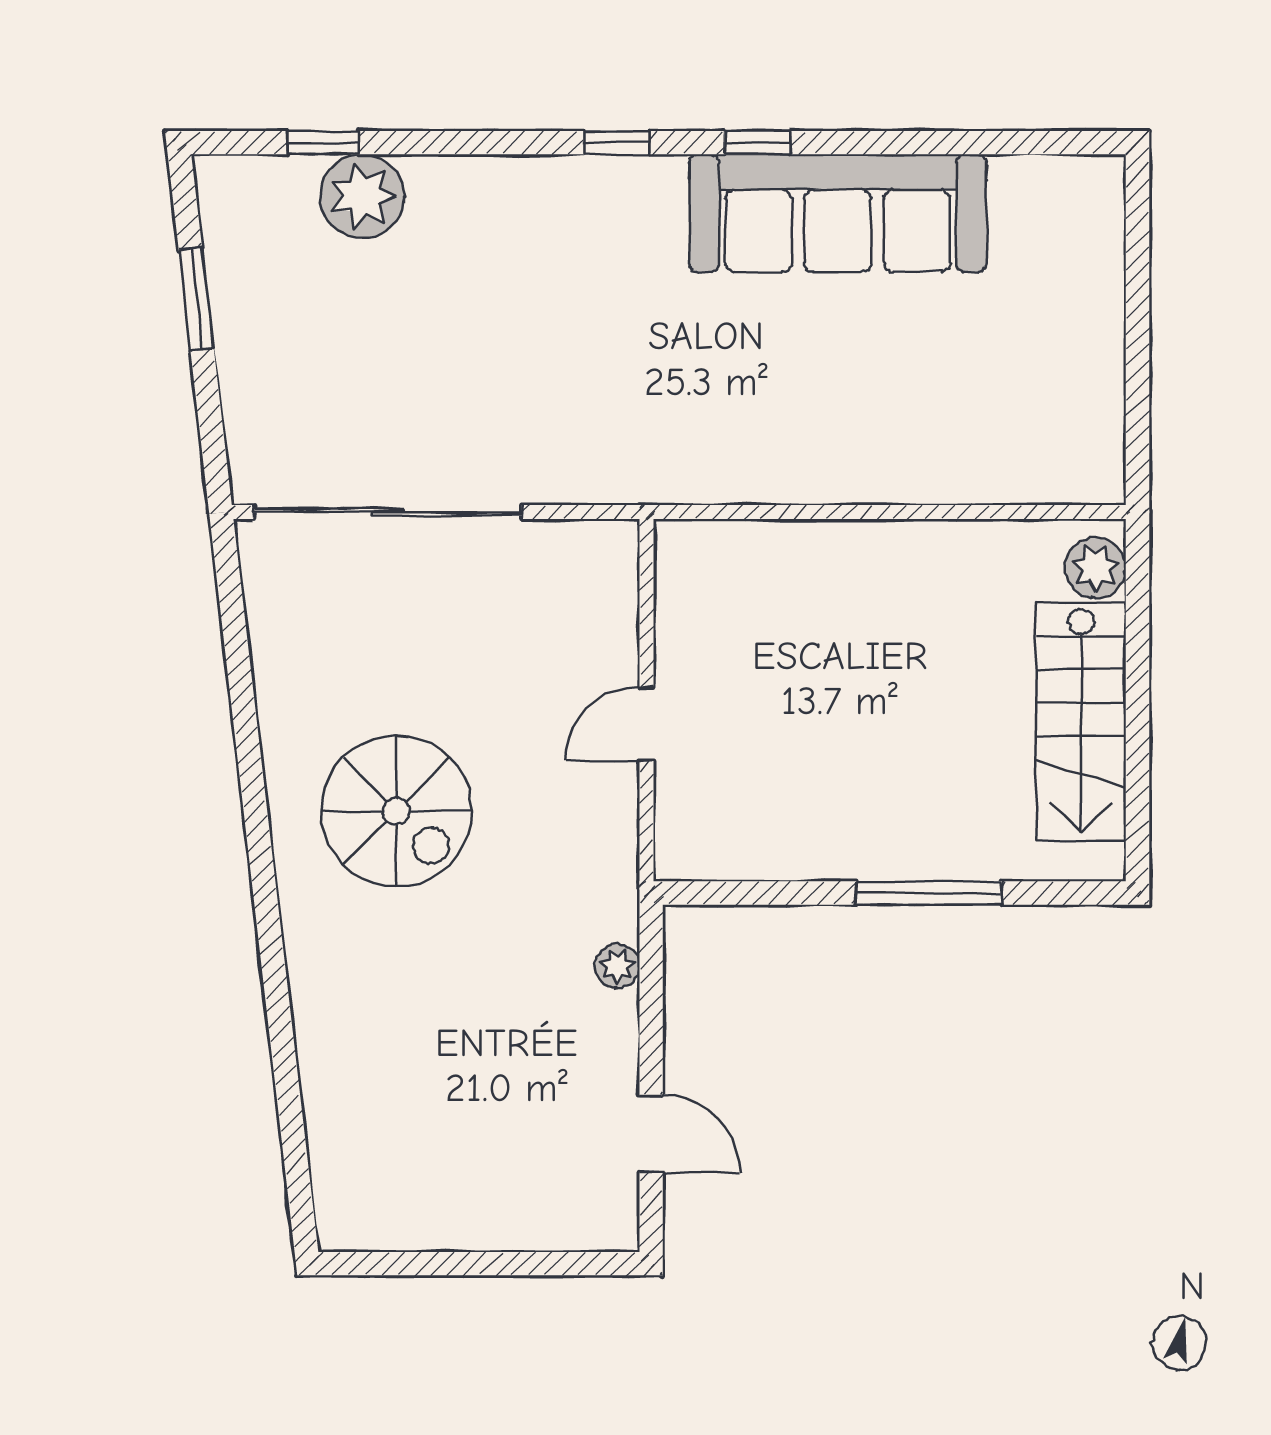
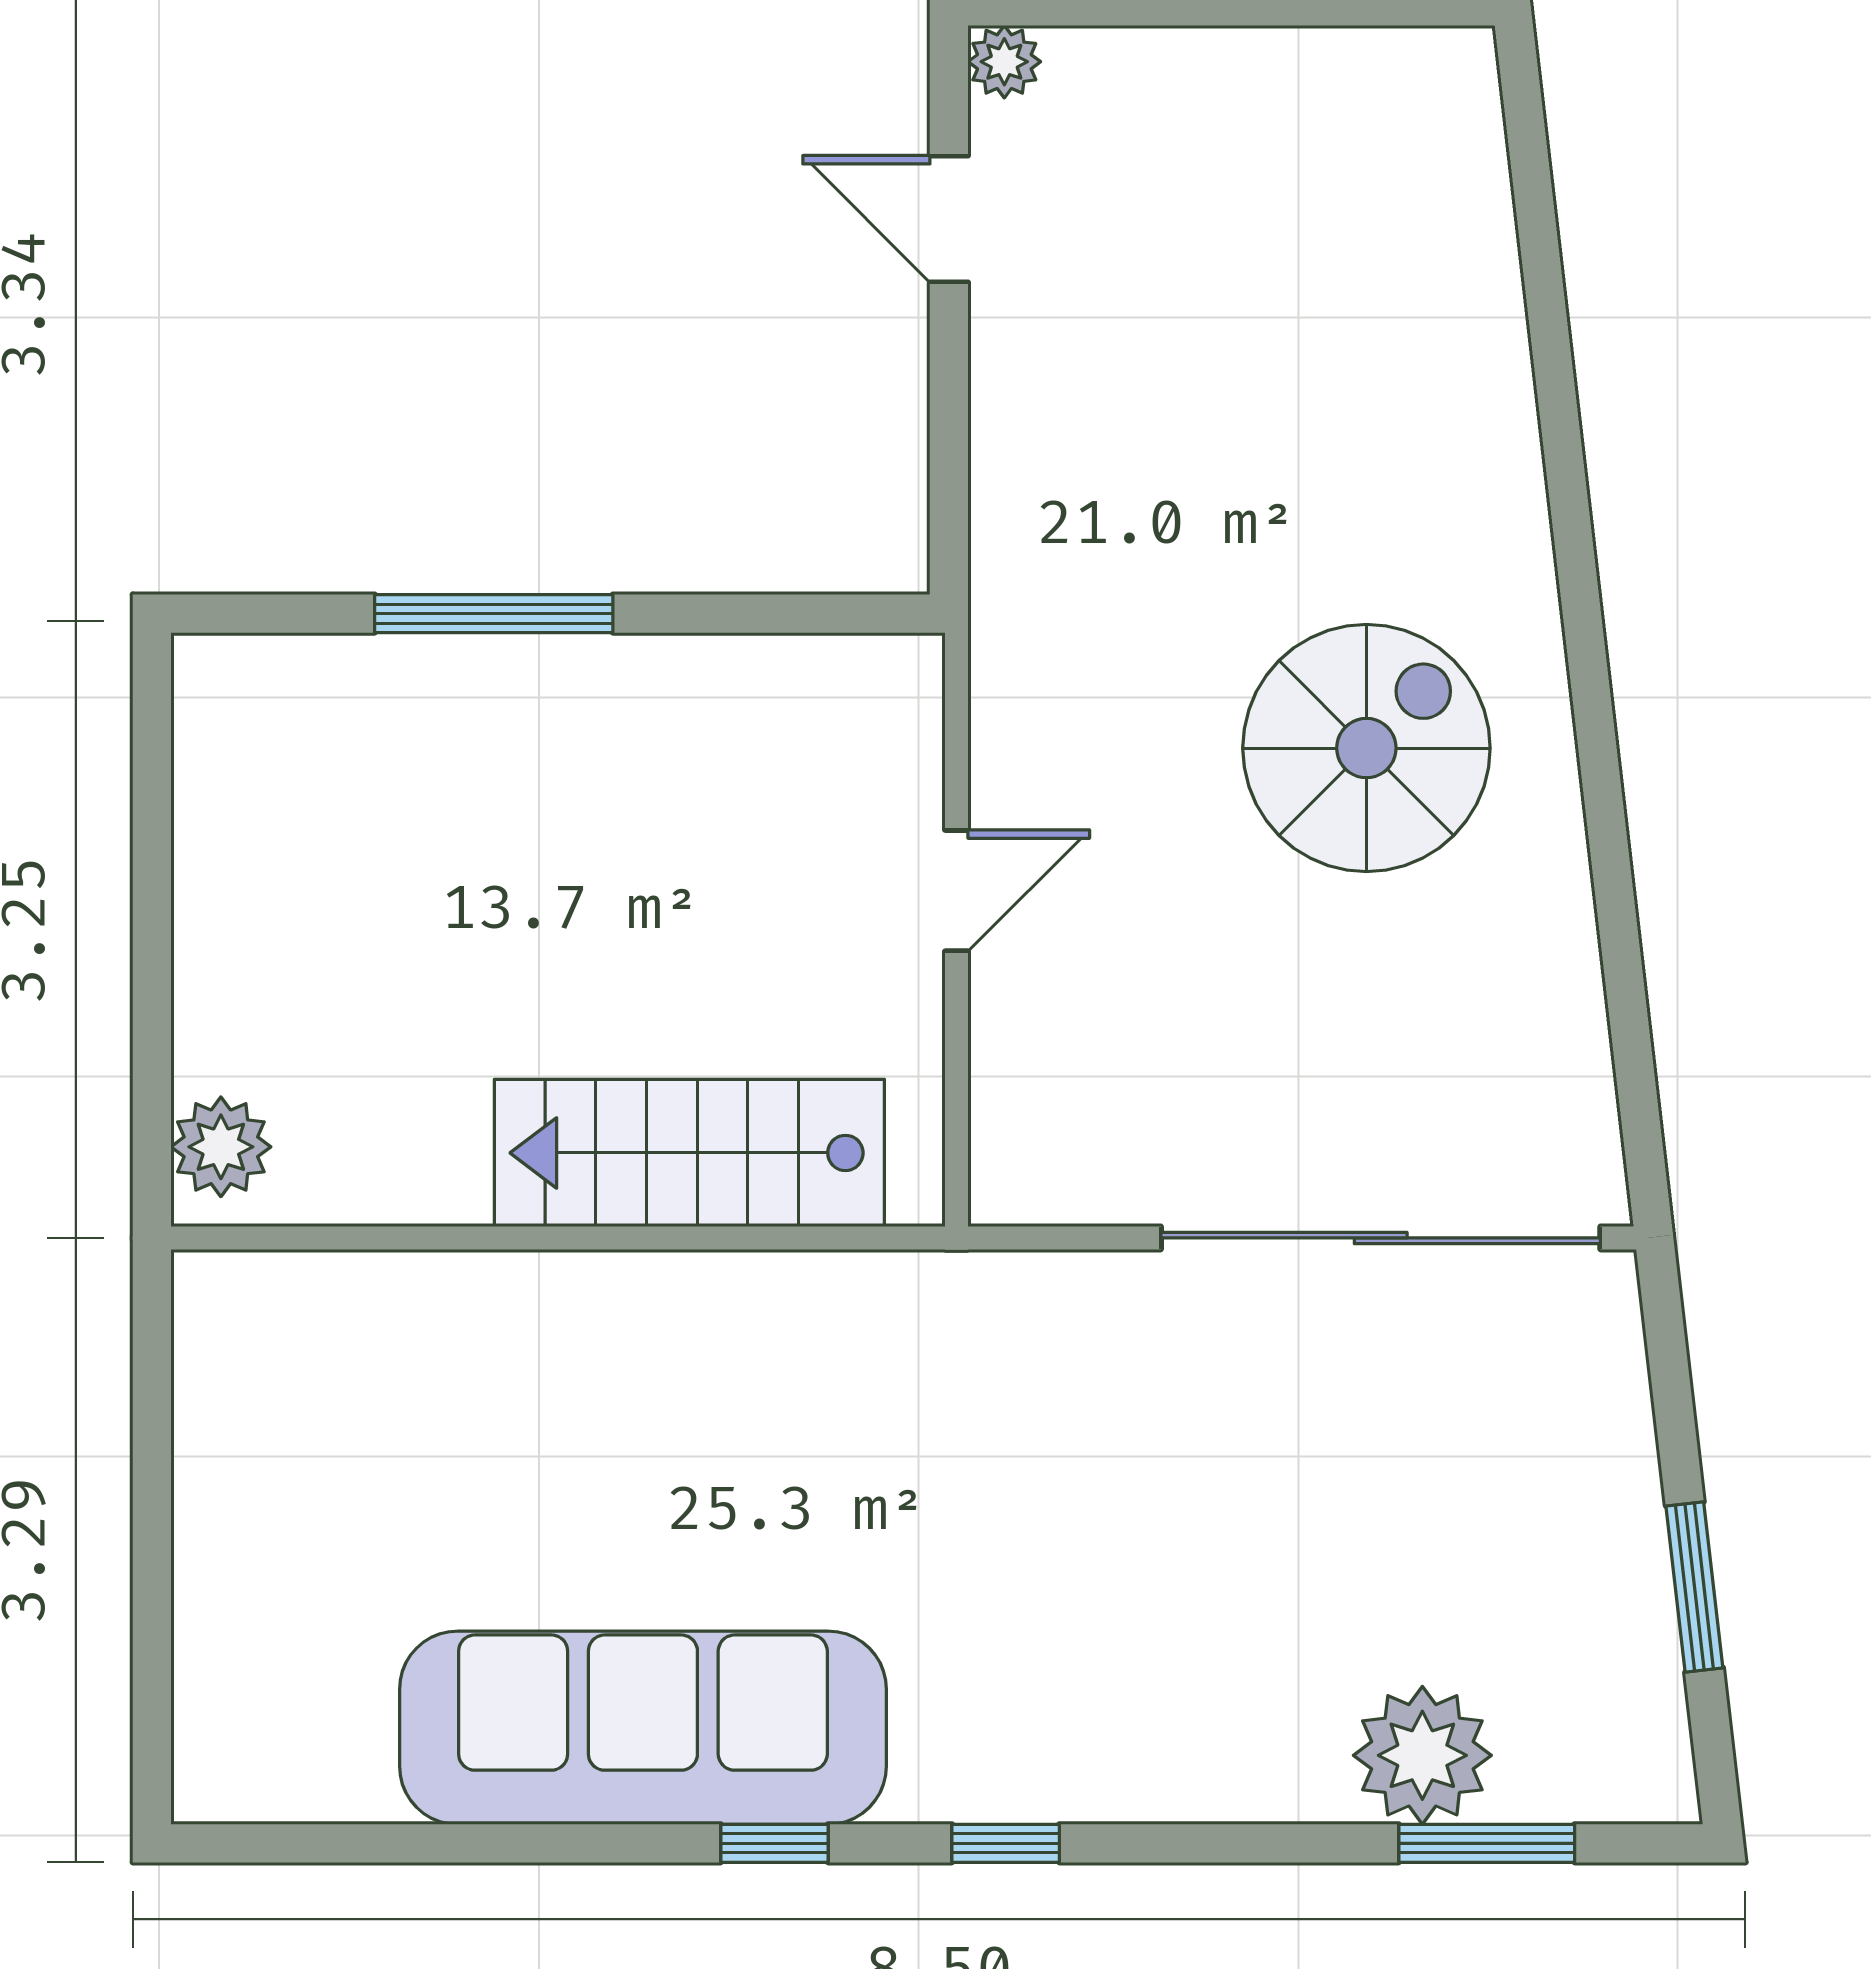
window: (323, 143) -> (1487, 1843), width x1.50
stairs: (1081, 722) -> (689, 1153), moved, turned -90
spiral stairs: (396, 811) -> (1366, 748), turned 90
plant: (617, 966) -> (1004, 62), moved

